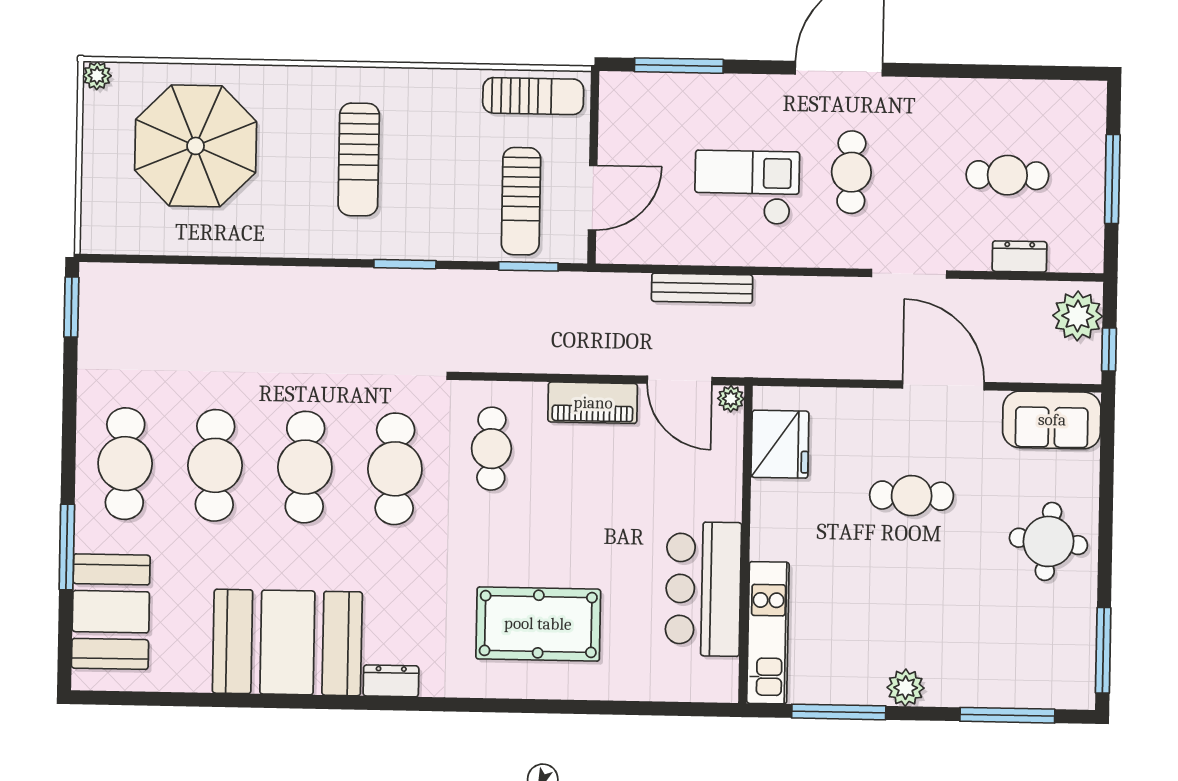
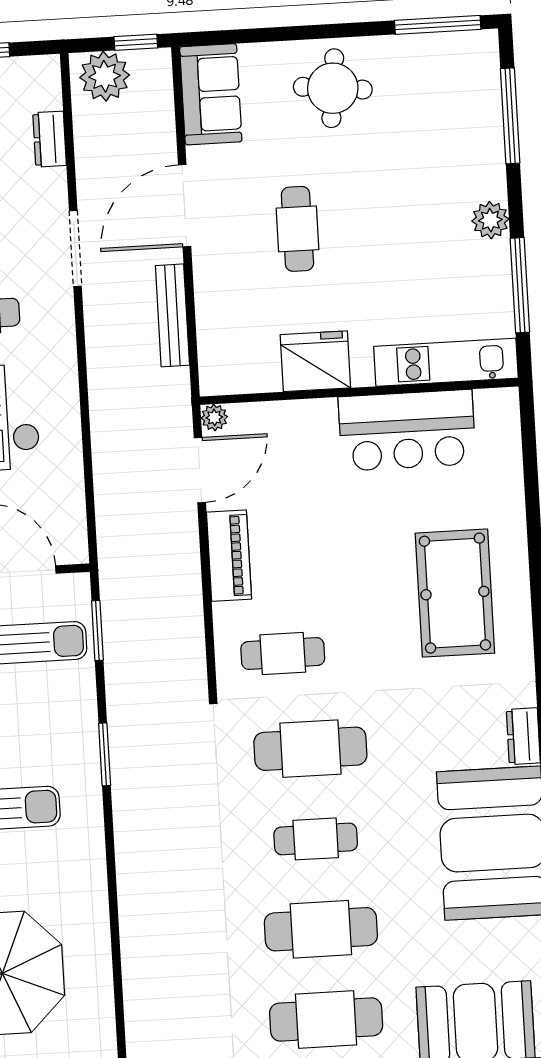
bench: (702, 288) -> (172, 315), moved
fridge: (780, 444) -> (315, 361), moved
cafe table: (305, 467) -> (316, 839), width x0.73, depth x0.74

